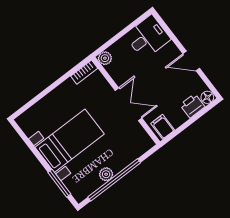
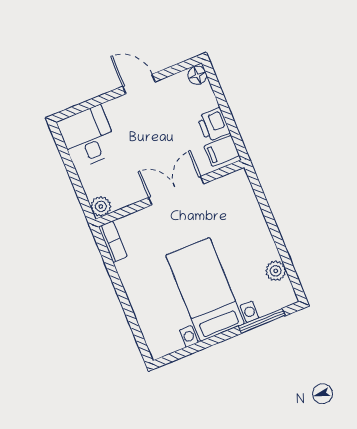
door: (191, 61) -> (139, 84), swing flipped
printer: (192, 106) -> (214, 125), moved
plant: (106, 174) -> (276, 271), moved
window: (114, 180) -> (279, 241), removed

